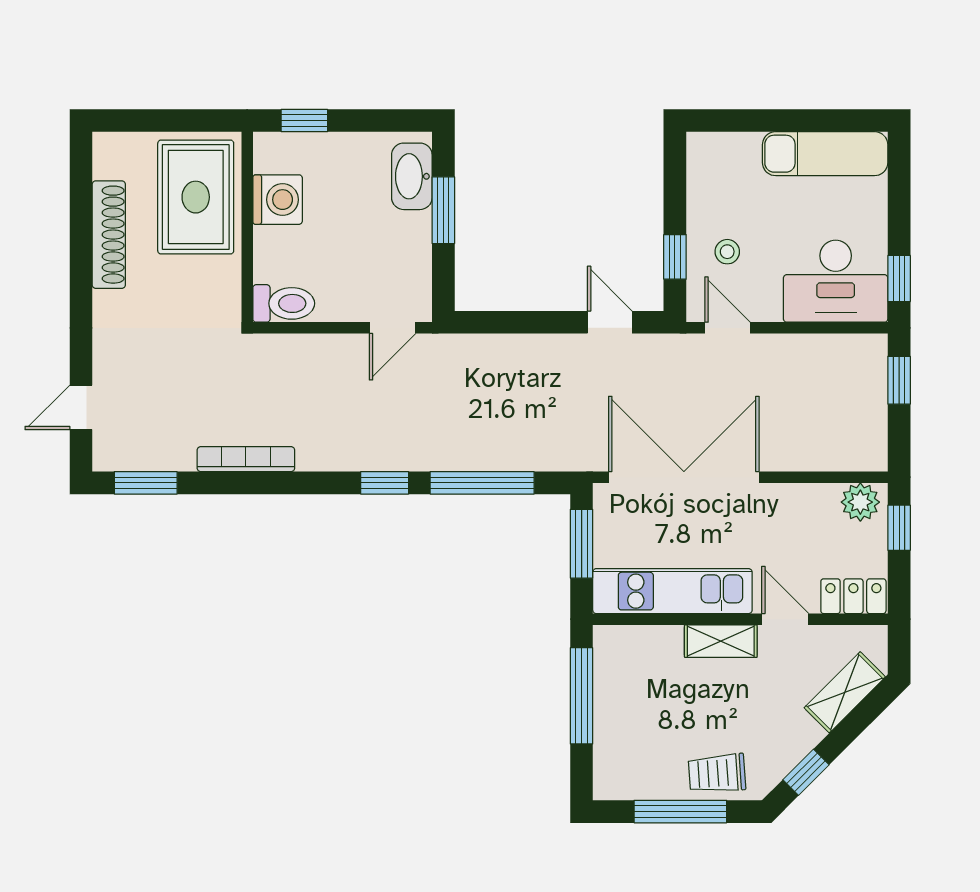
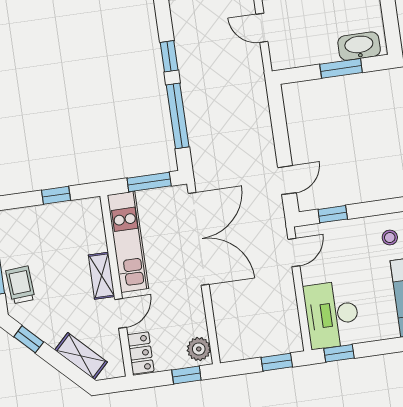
stool: (727, 252) -> (390, 238), moved
door: (393, 328) -> (262, 28), moved
window: (582, 696) -> (56, 195), width x0.46

